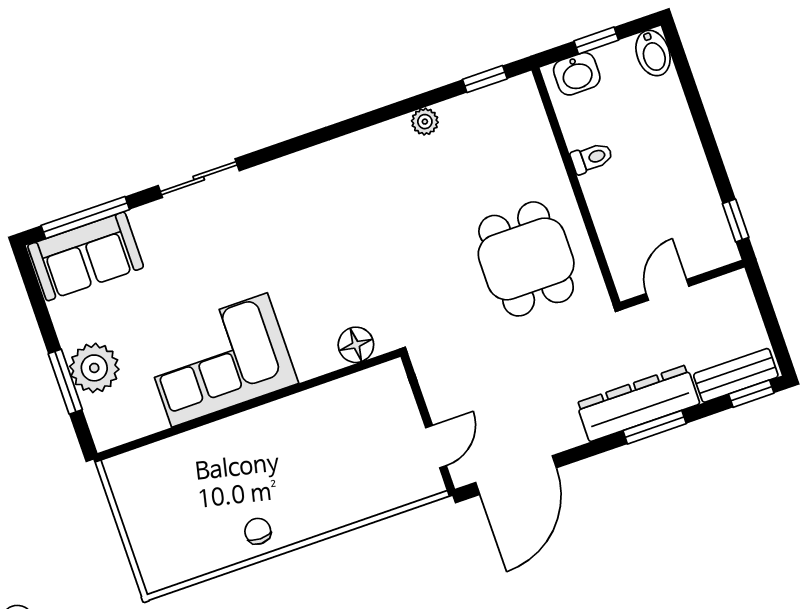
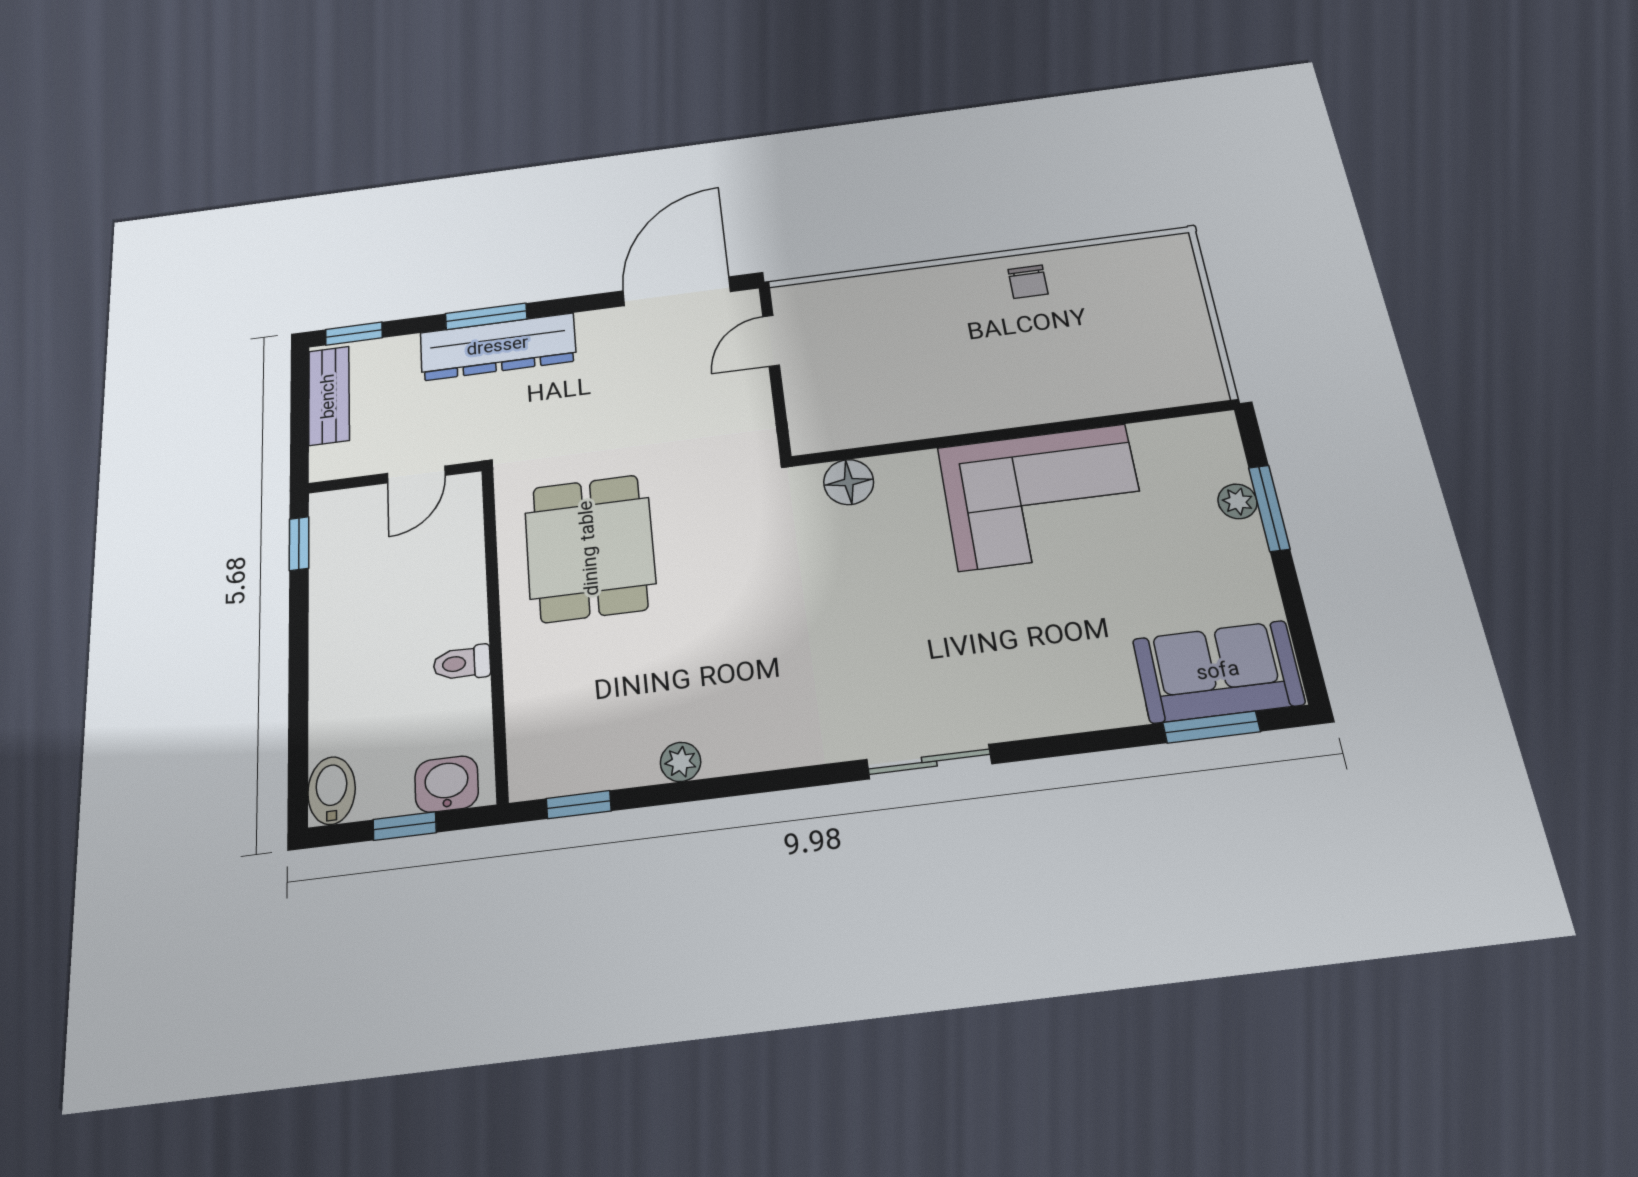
sliding door: (199, 178) -> (929, 762), moved
window: (85, 217) -> (1211, 727), width x0.69
plant: (94, 368) -> (1238, 501), width x0.53, depth x0.53
bench: (736, 375) -> (329, 396), moved, turned 90

